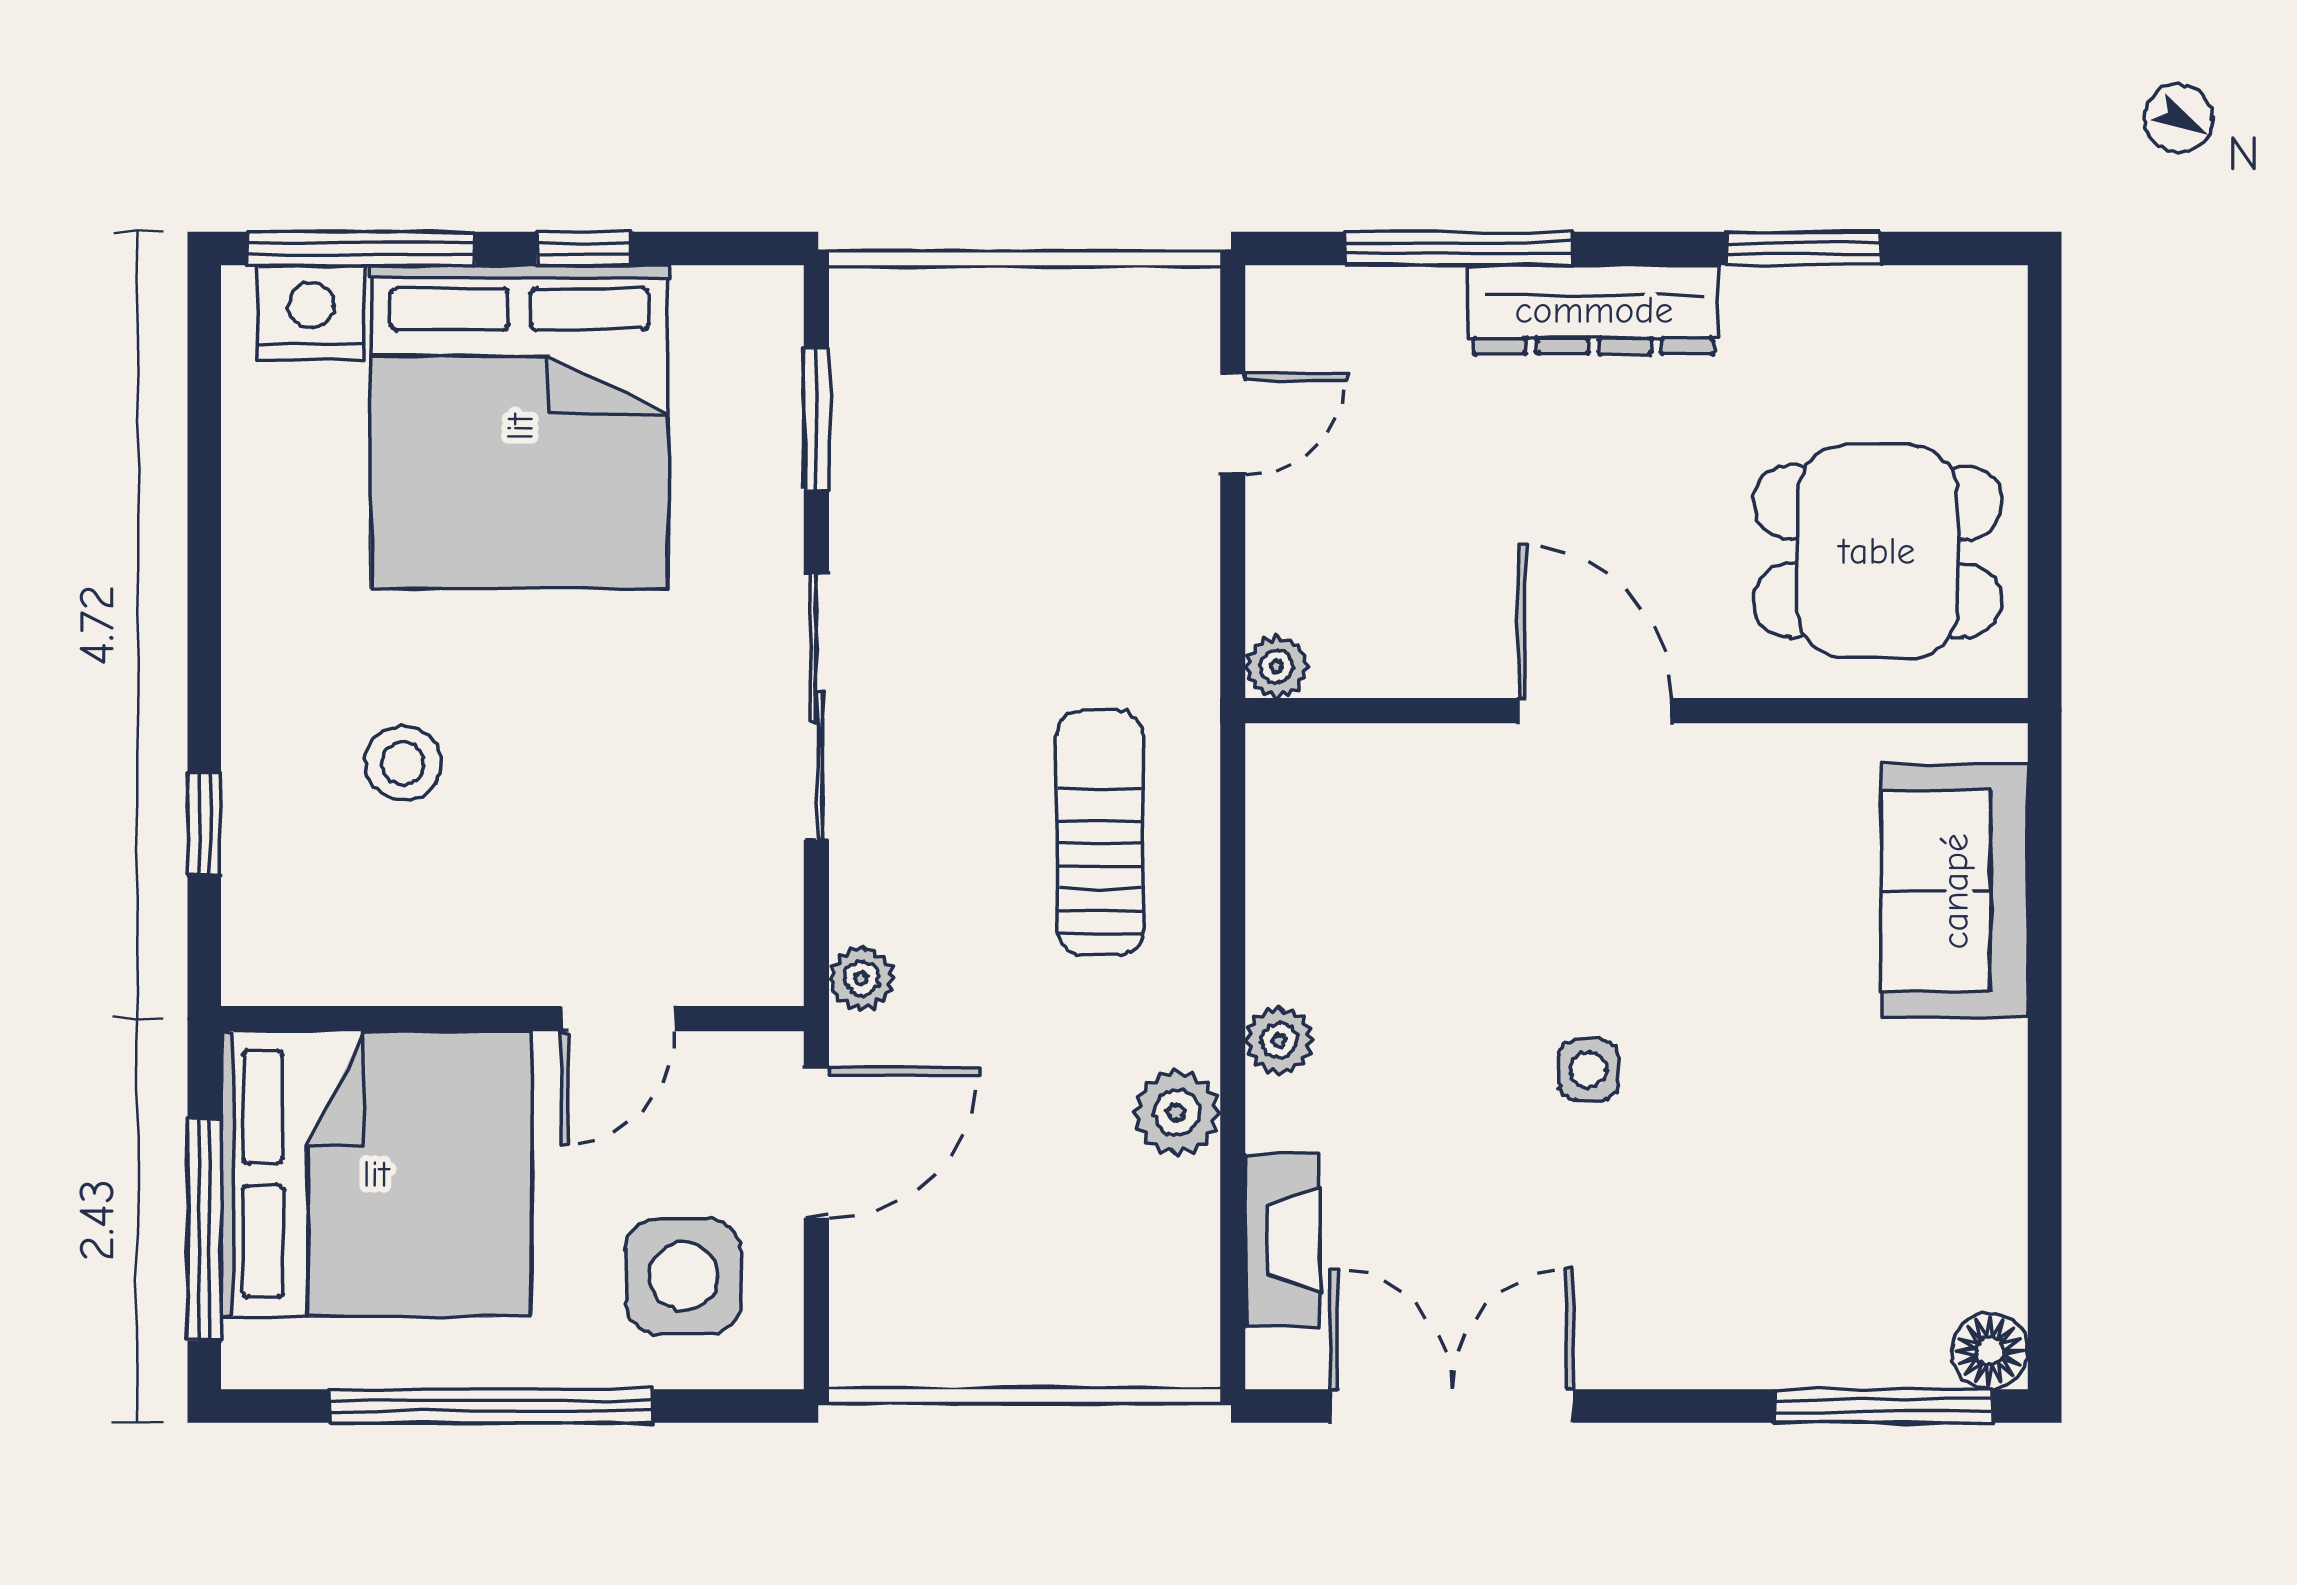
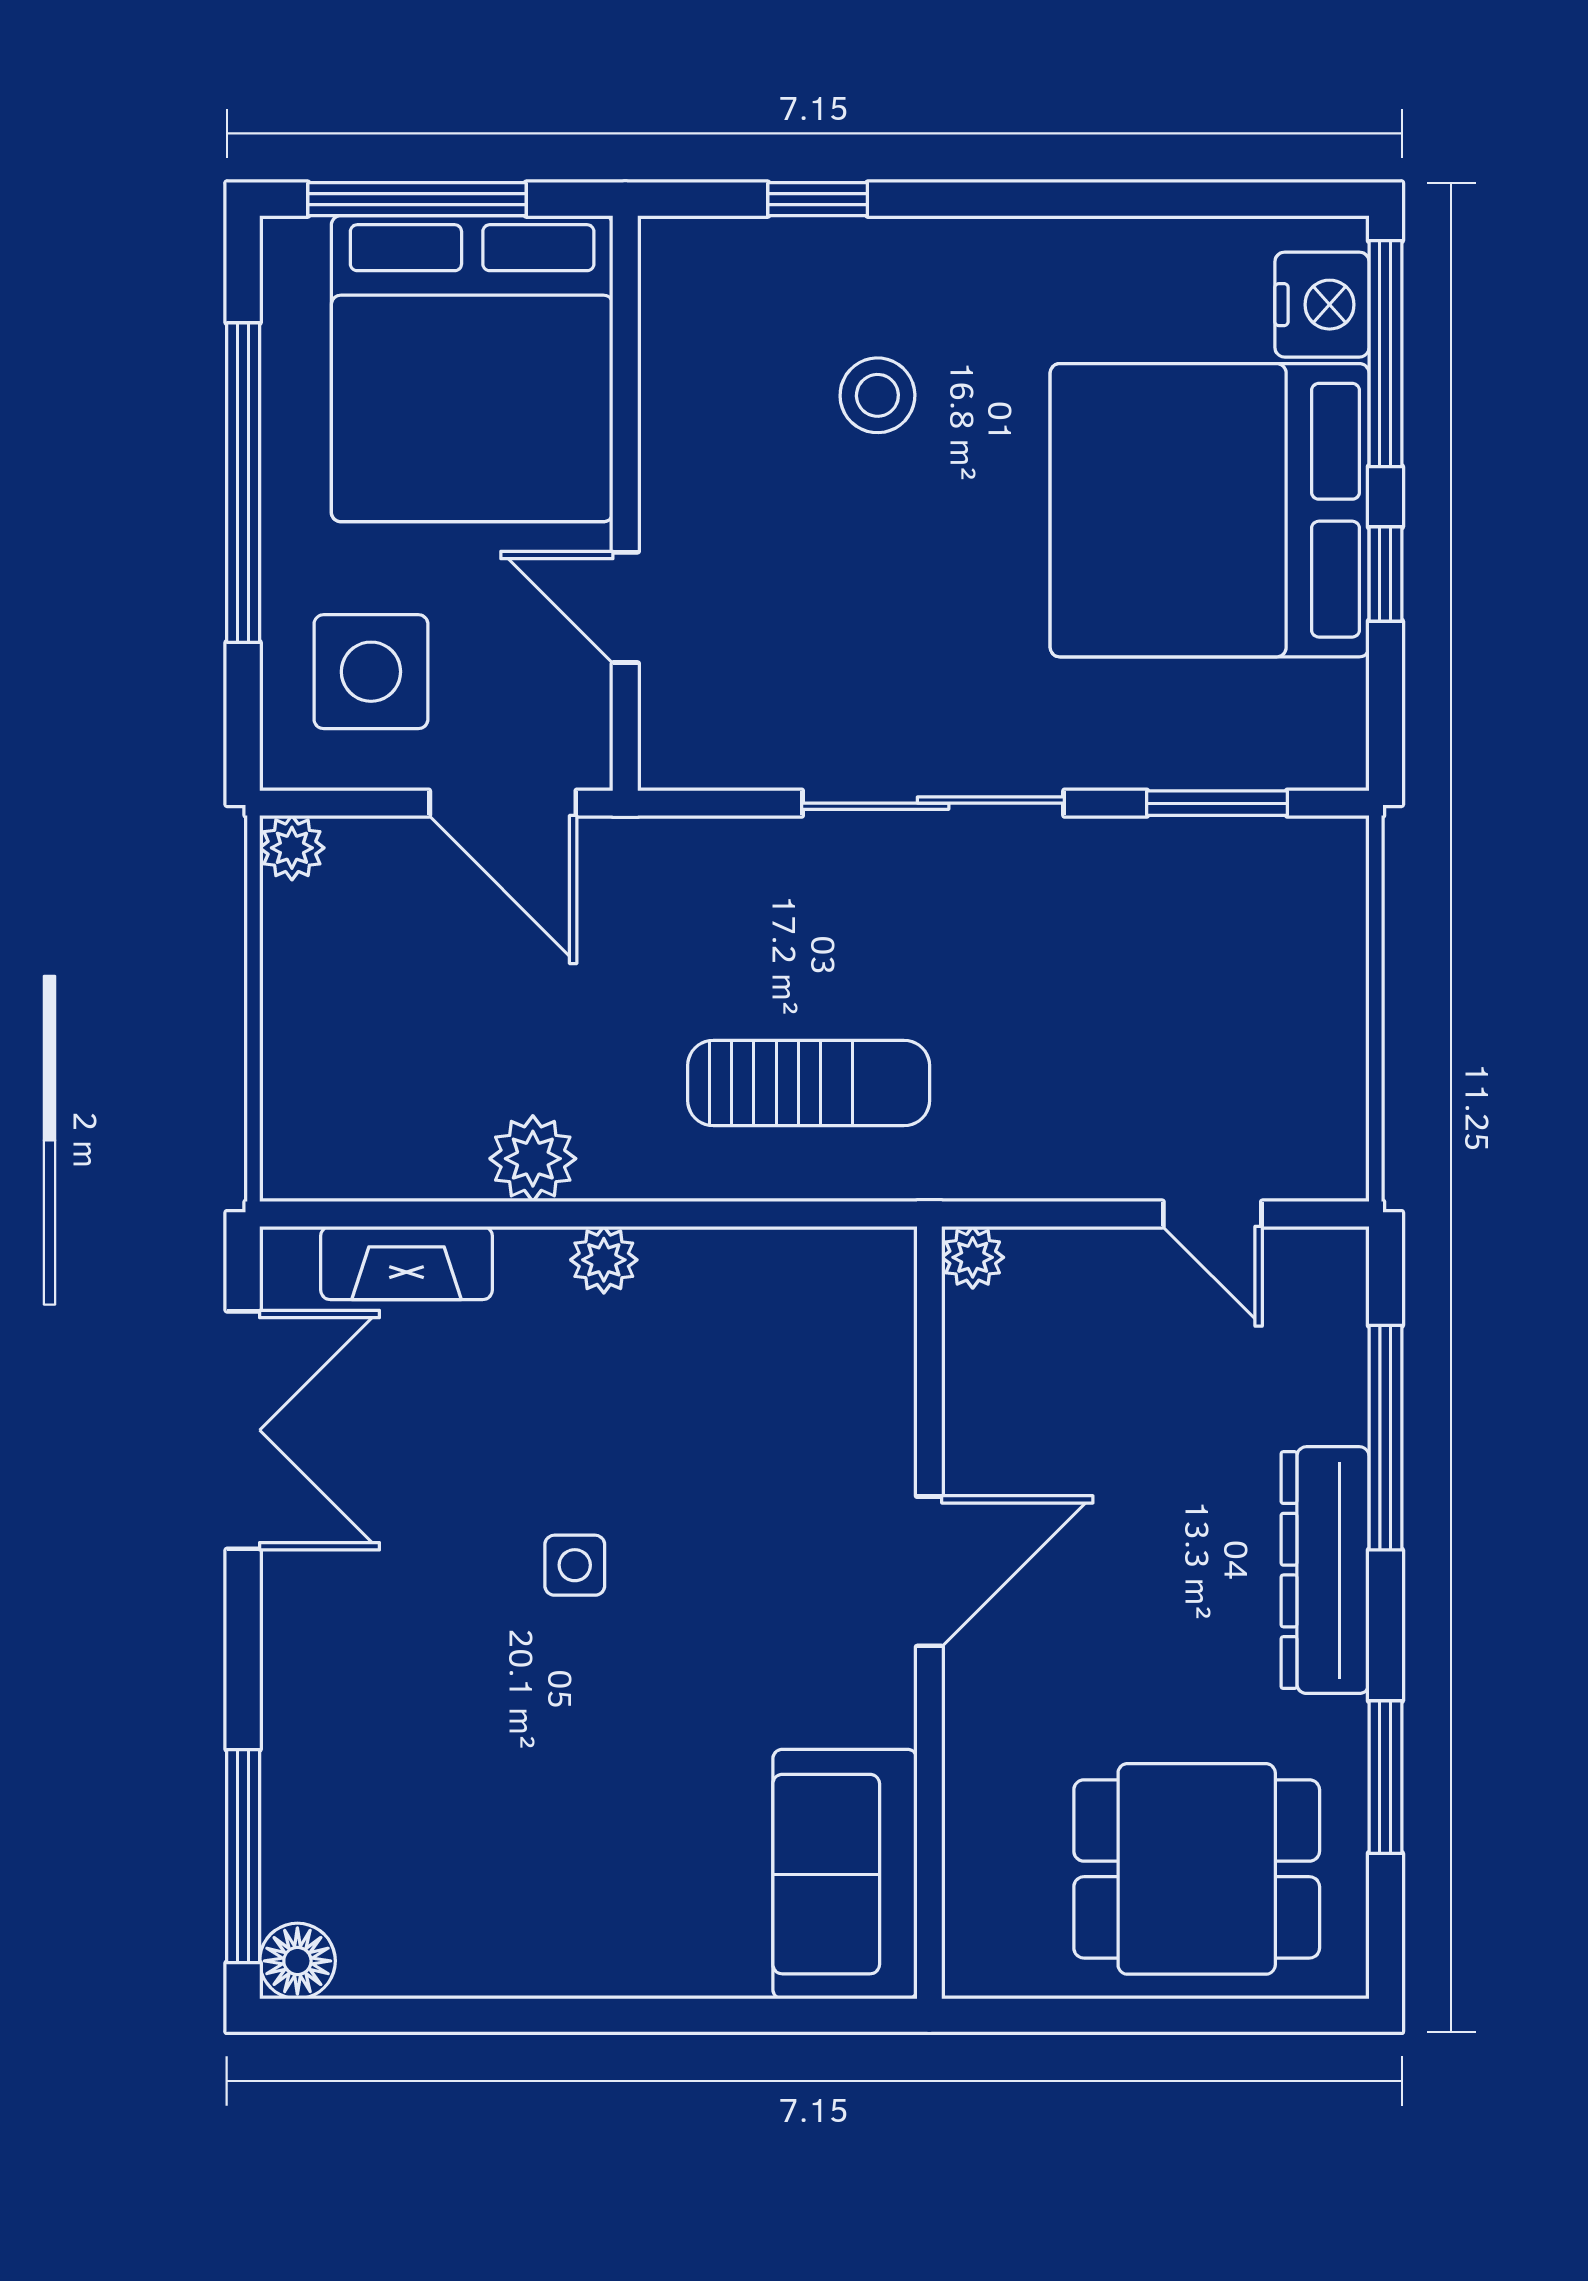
dining table: (1877, 551) -> (1197, 1869), moved, turned 90
sofa: (1955, 891) -> (845, 1874), moved, turned -90
plant: (862, 978) -> (292, 848), moved

